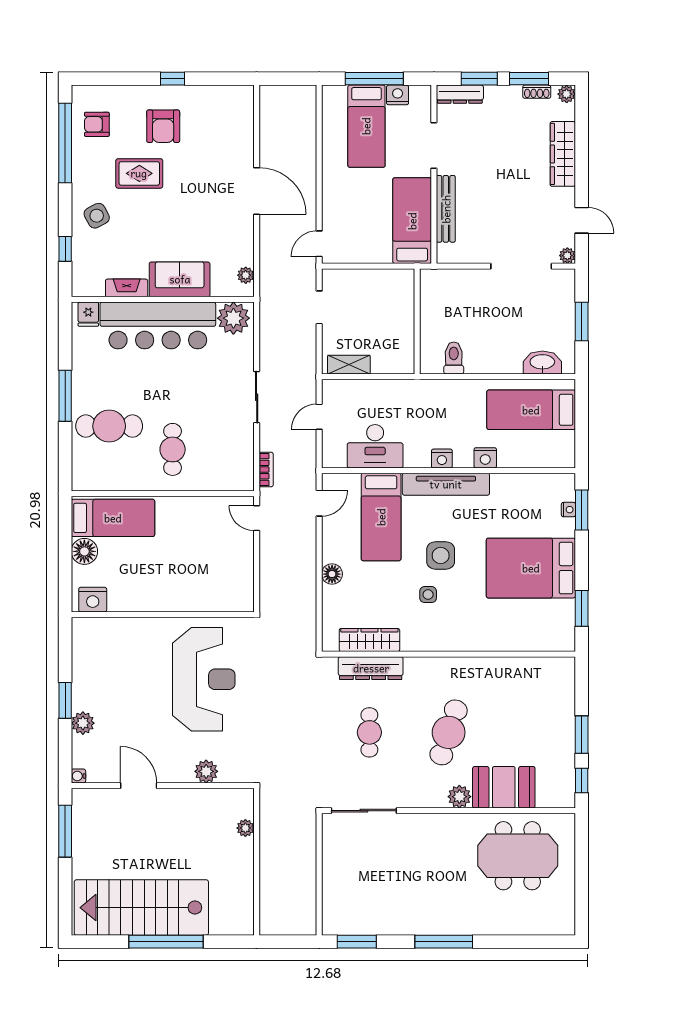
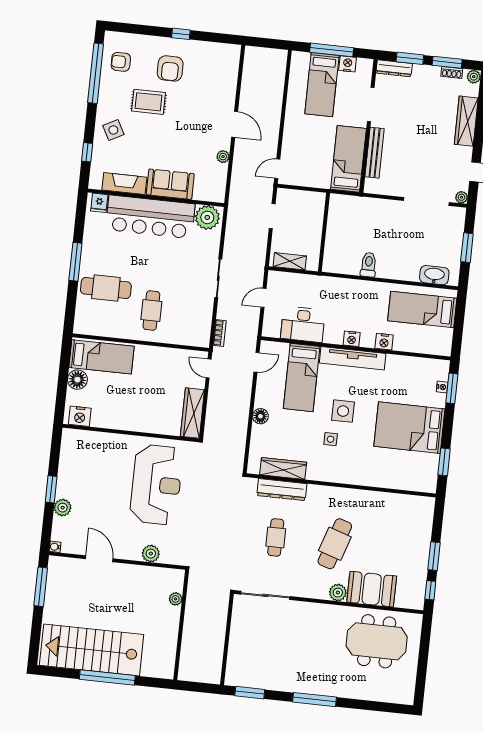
door: (257, 191) -> (235, 124), width x0.73
plant: (246, 275) -> (223, 157), moved
fireplace: (127, 288) -> (124, 184), width x1.37, depth x1.32
wall: (417, 321) -> (324, 232), moved
wardrobe: (241, 579) -> (192, 413), added

